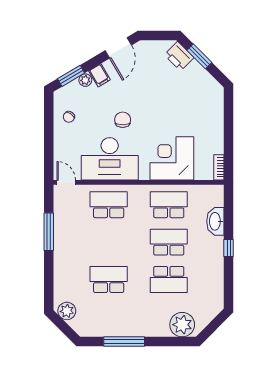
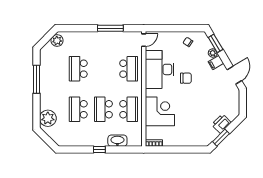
door: (118, 48) -> (234, 75), swing flipped
printer: (179, 56) -> (221, 124), moved
window: (199, 56) -> (221, 138), moved
school desk: (169, 242) -> (103, 109), turned 180
school desk: (109, 279) -> (78, 69), turned 180

